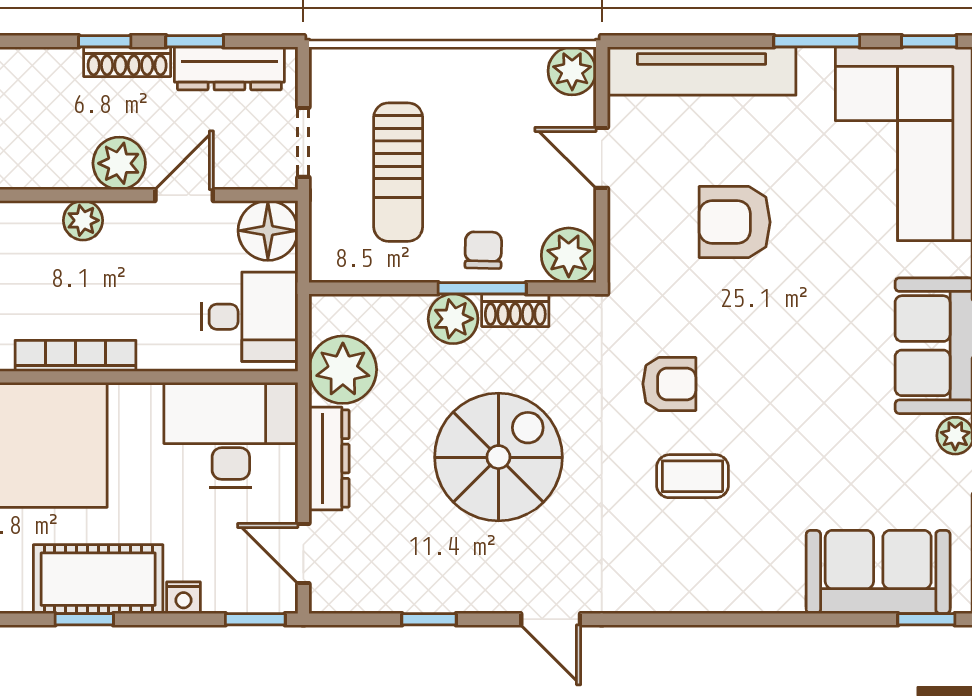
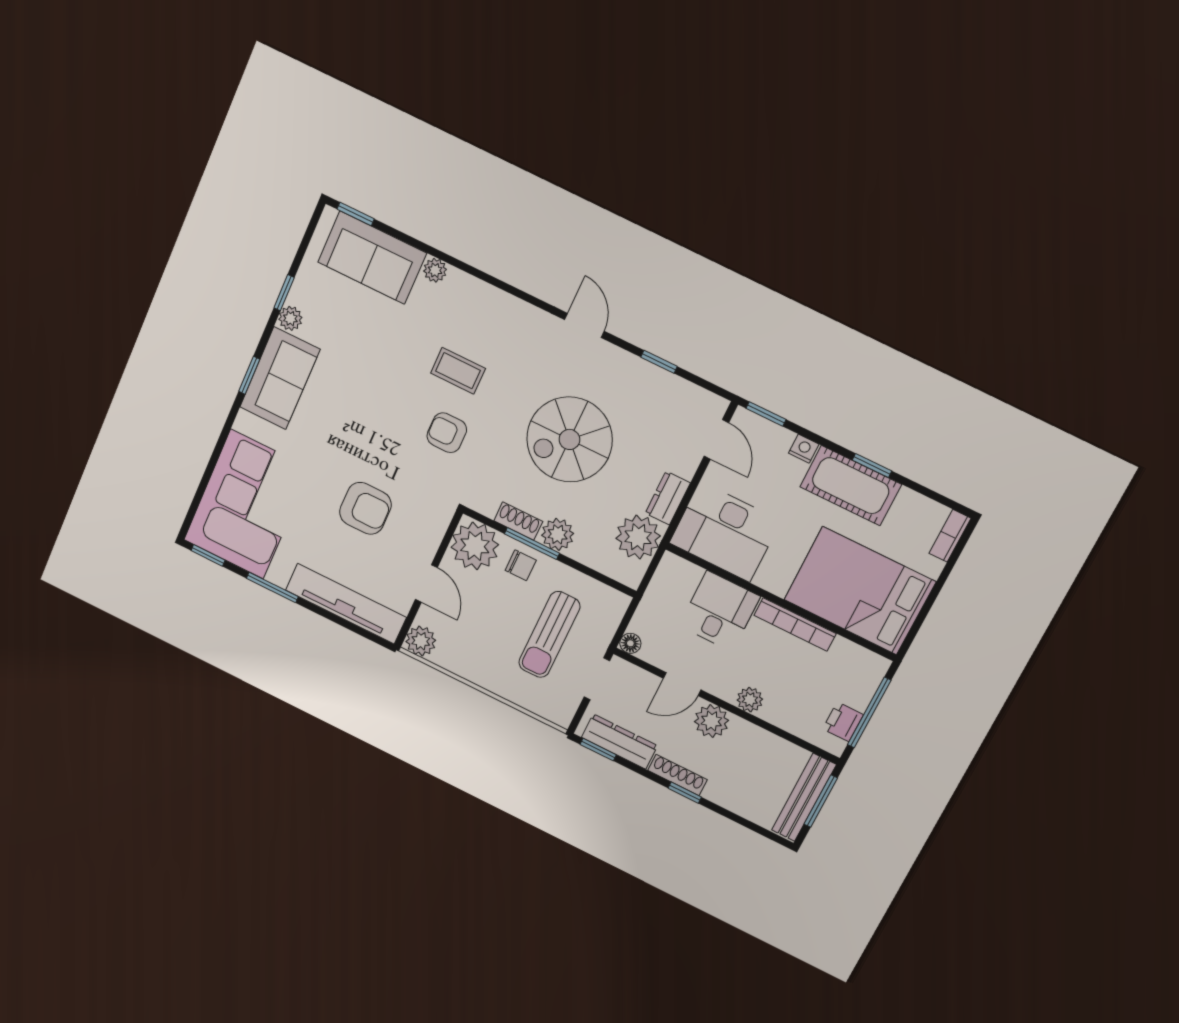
window: (195, 41) -> (598, 750), moved
sun lounger: (398, 172) -> (549, 635), turned 180
floor lamp: (268, 231) -> (630, 643), width x0.53, depth x0.53
chair: (483, 250) -> (521, 565), turned -91
plant: (569, 255) -> (475, 546), width x1.36, depth x1.36
desk: (250, 317) -> (720, 611), moved, turned 90
dresser: (329, 459) -> (668, 498), width x0.70
plant: (785, 596) -> (435, 270), added

